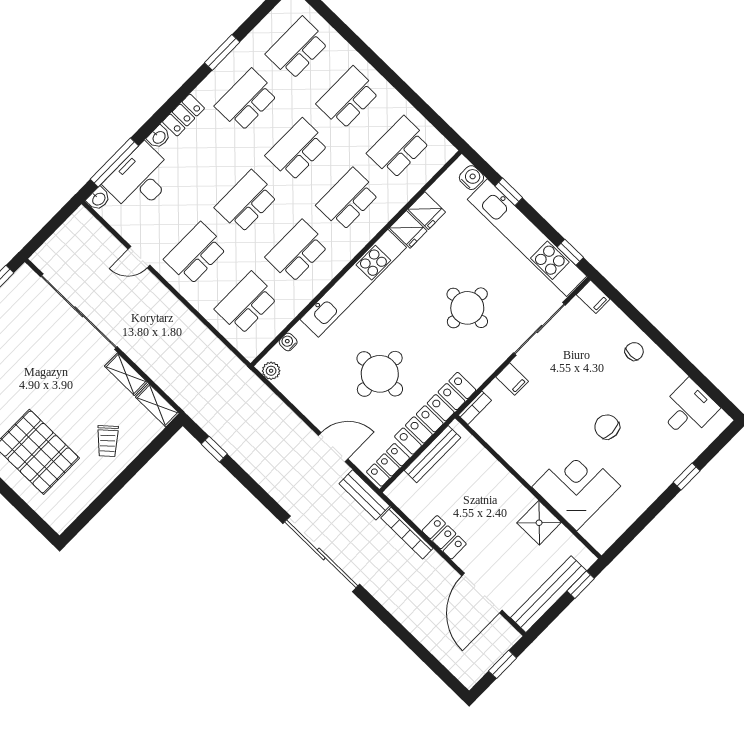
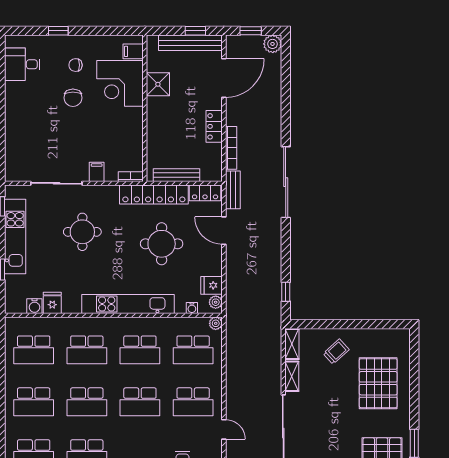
water cooler: (471, 178) -> (34, 306), moved, turned -90
fridge: (408, 229) -> (212, 285), moved, turned -90
kitchen unit: (527, 238) -> (15, 236), width x0.73
filing cabinet: (593, 297) -> (133, 51), moved, turned -90
plant: (250, 351) -> (216, 323), added
chair: (634, 351) -> (76, 65), moved
window: (581, 585) -> (195, 31), moved
plant: (469, 673) -> (273, 44), added

